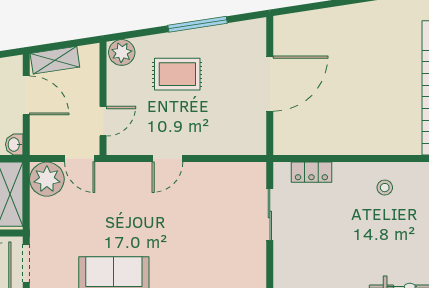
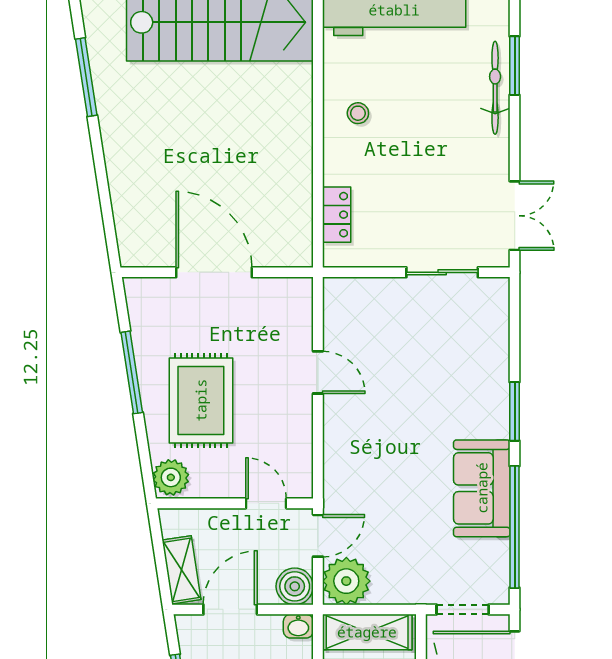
rug: (177, 74) -> (201, 400), width x1.36, depth x1.43
boiler: (43, 142) -> (295, 586), added
door: (167, 159) -> (318, 372), moved
sliding door: (270, 215) -> (442, 272), moved

